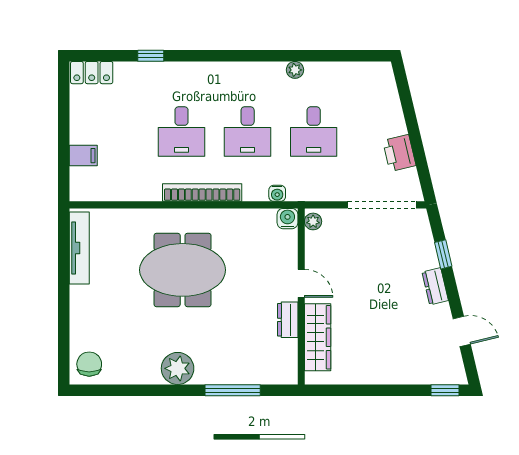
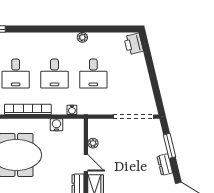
printer: (399, 153) -> (134, 44), moved
water cooler: (287, 219) -> (57, 125), moved
plant: (313, 221) -> (93, 143), moved
window: (443, 254) -> (169, 146), width x1.50

